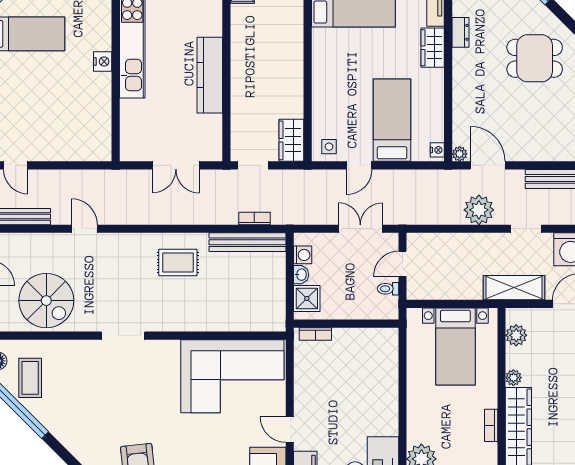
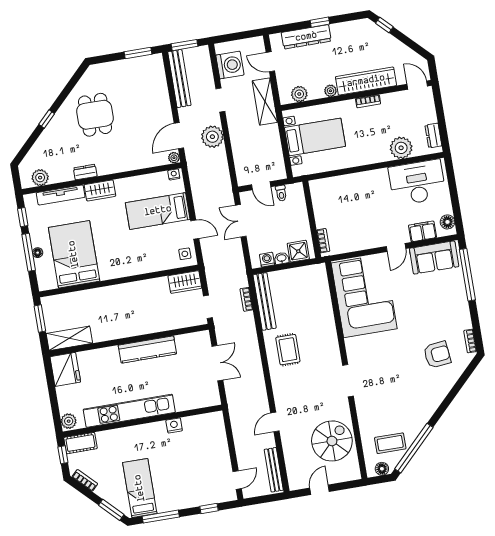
nightstand: (103, 61) -> (174, 425), moved

